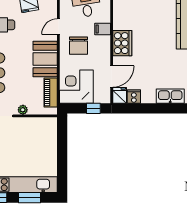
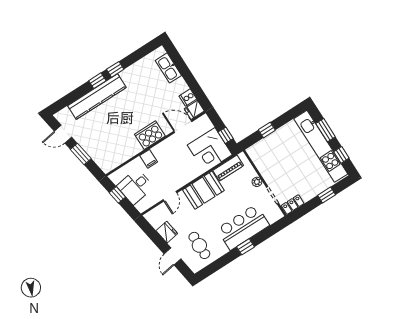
door: (58, 27) -> (170, 196), hinge flipped
chair: (79, 46) -> (175, 170), removed
window: (93, 108) -> (226, 135), moved
window: (62, 147) -> (267, 130), added

